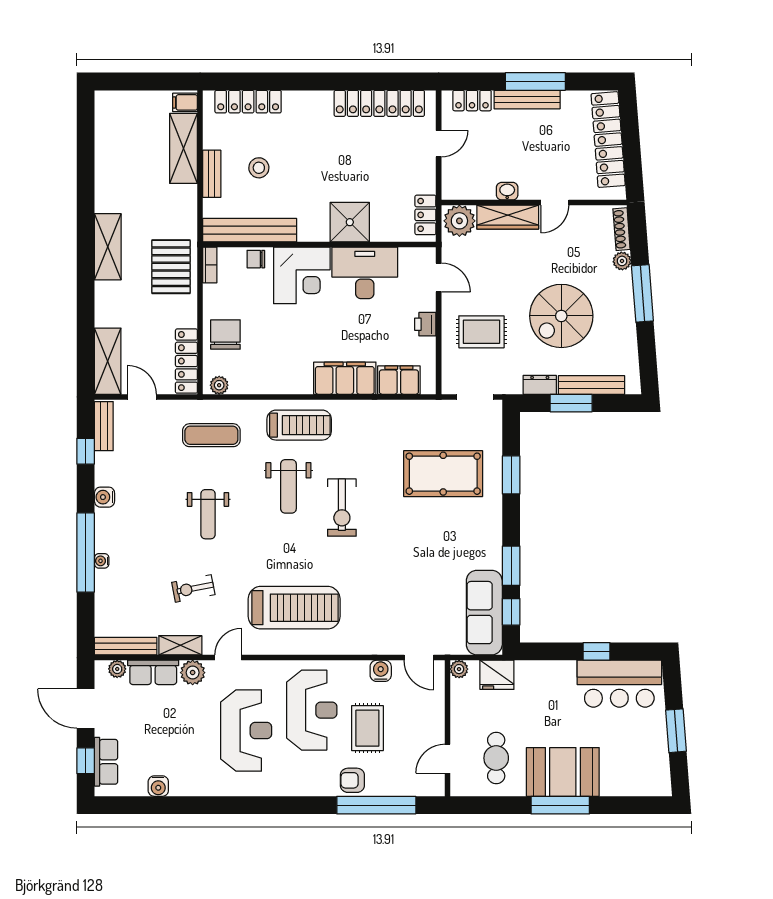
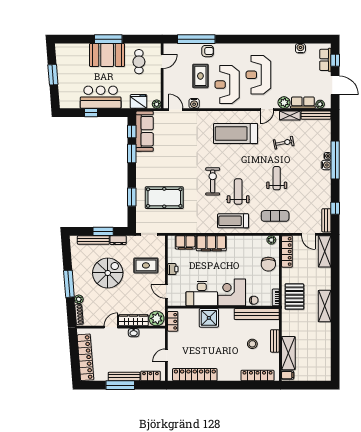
water cooler: (105, 497) -> (326, 165), moved
bar counter: (619, 684) -> (101, 97), moved

